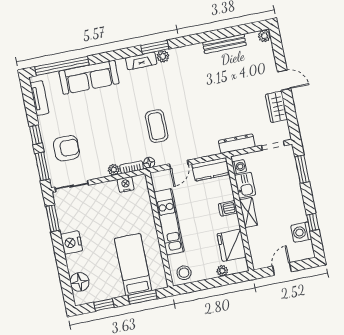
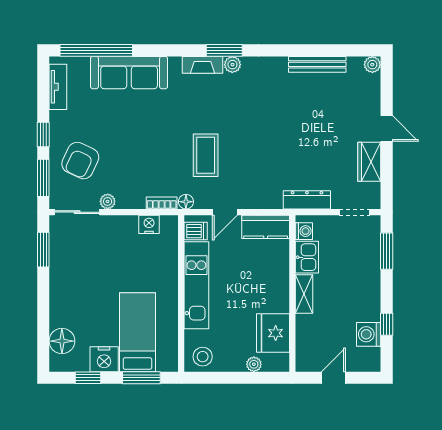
armchair: (66, 148) -> (80, 161), turned 115
plant: (114, 170) -> (108, 201), moved
dishwasher: (228, 208) -> (196, 231), moved, turned 180
nightstand: (71, 243) -> (104, 359), moved, turned -90

